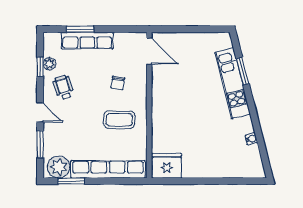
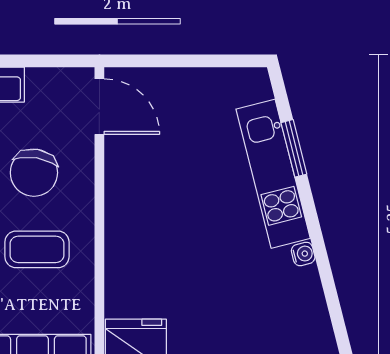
chair: (118, 83) -> (34, 173), width x1.87, depth x1.87
water cooler: (251, 139) -> (303, 254), moved

